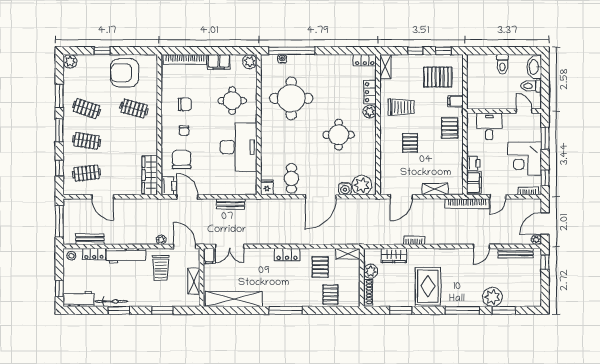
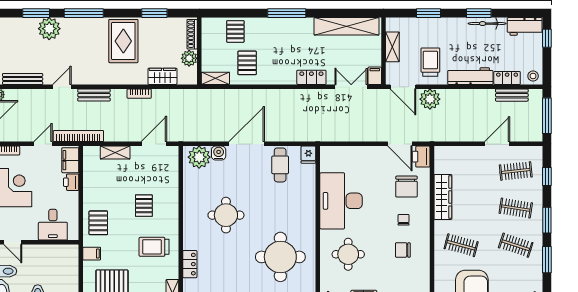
plant: (370, 112) -> (190, 242), removed
wardrobe: (150, 175) -> (443, 197), moved
door: (103, 197) -> (497, 144), hinge flipped
bench: (231, 204) -> (94, 95), moved
plant: (161, 240) -> (430, 99), width x1.88, depth x1.88
locker: (287, 255) -> (311, 77), moved

